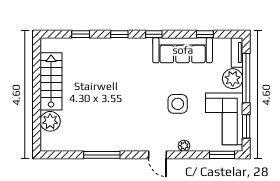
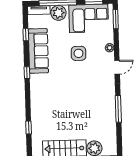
window: (119, 34) -> (28, 99), removed

